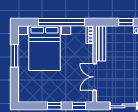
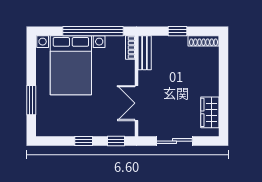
bench: (101, 43) -> (145, 53), width x0.73
window: (14, 56) -> (31, 100), moved

